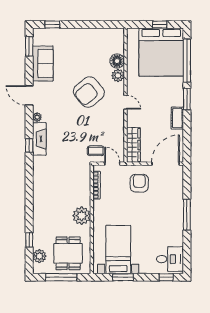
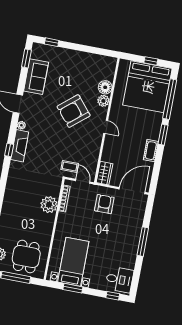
wardrobe: (133, 145) -> (104, 173), width x0.67
plant: (82, 216) -> (49, 205), moved

